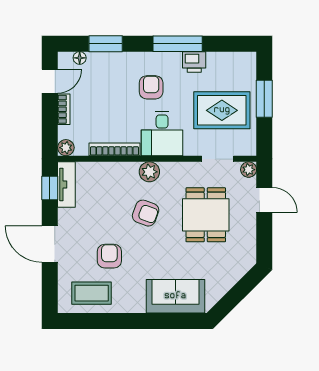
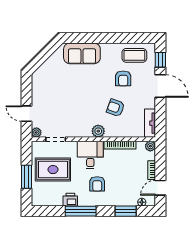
window: (50, 188) -> (160, 60), moved
armchair: (146, 213) -> (116, 108), moved
dining table: (206, 215) -> (63, 104), removed

